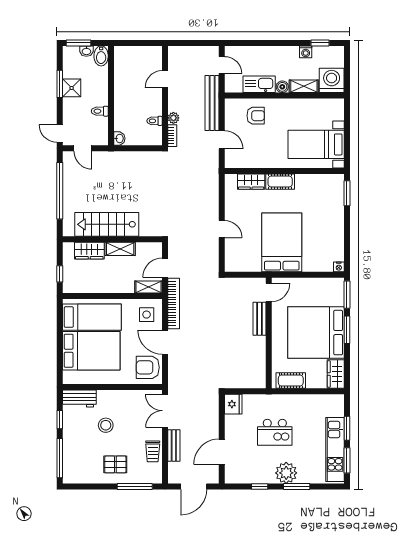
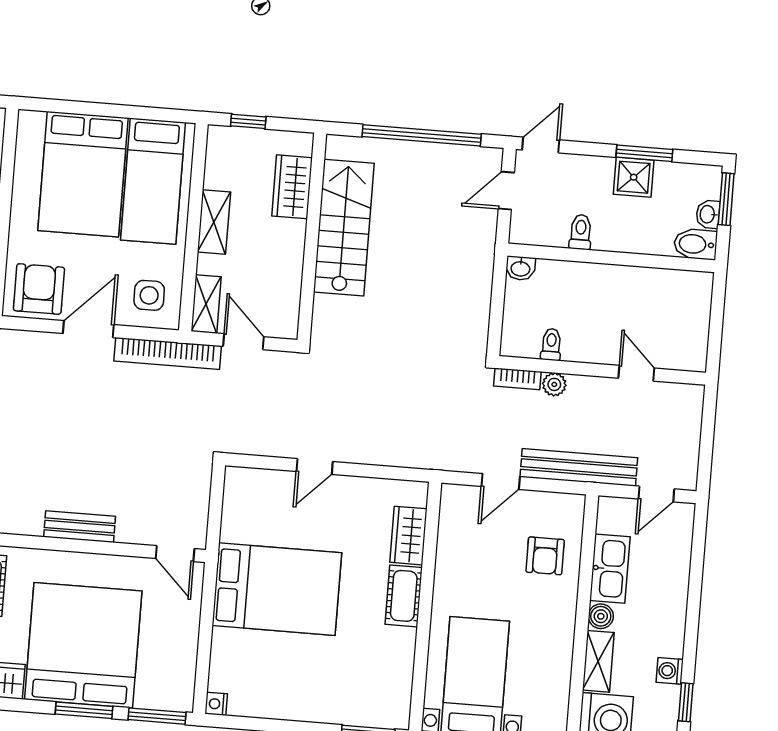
shelving: (120, 249) -> (214, 222), moved
bench: (260, 319) -> (80, 527), moved

